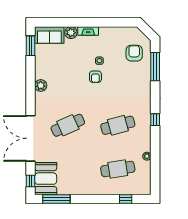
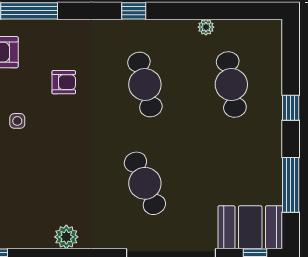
armchair: (95, 77) -> (64, 82), moved
window: (56, 199) -> (291, 185), moved
window: (126, 199) -> (291, 108), moved

